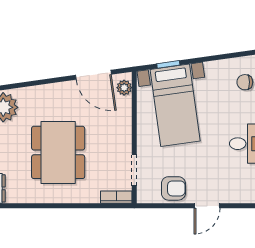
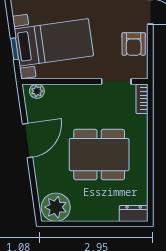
door: (93, 75) -> (27, 141), moved
armchair: (173, 188) -> (134, 44), turned 180

